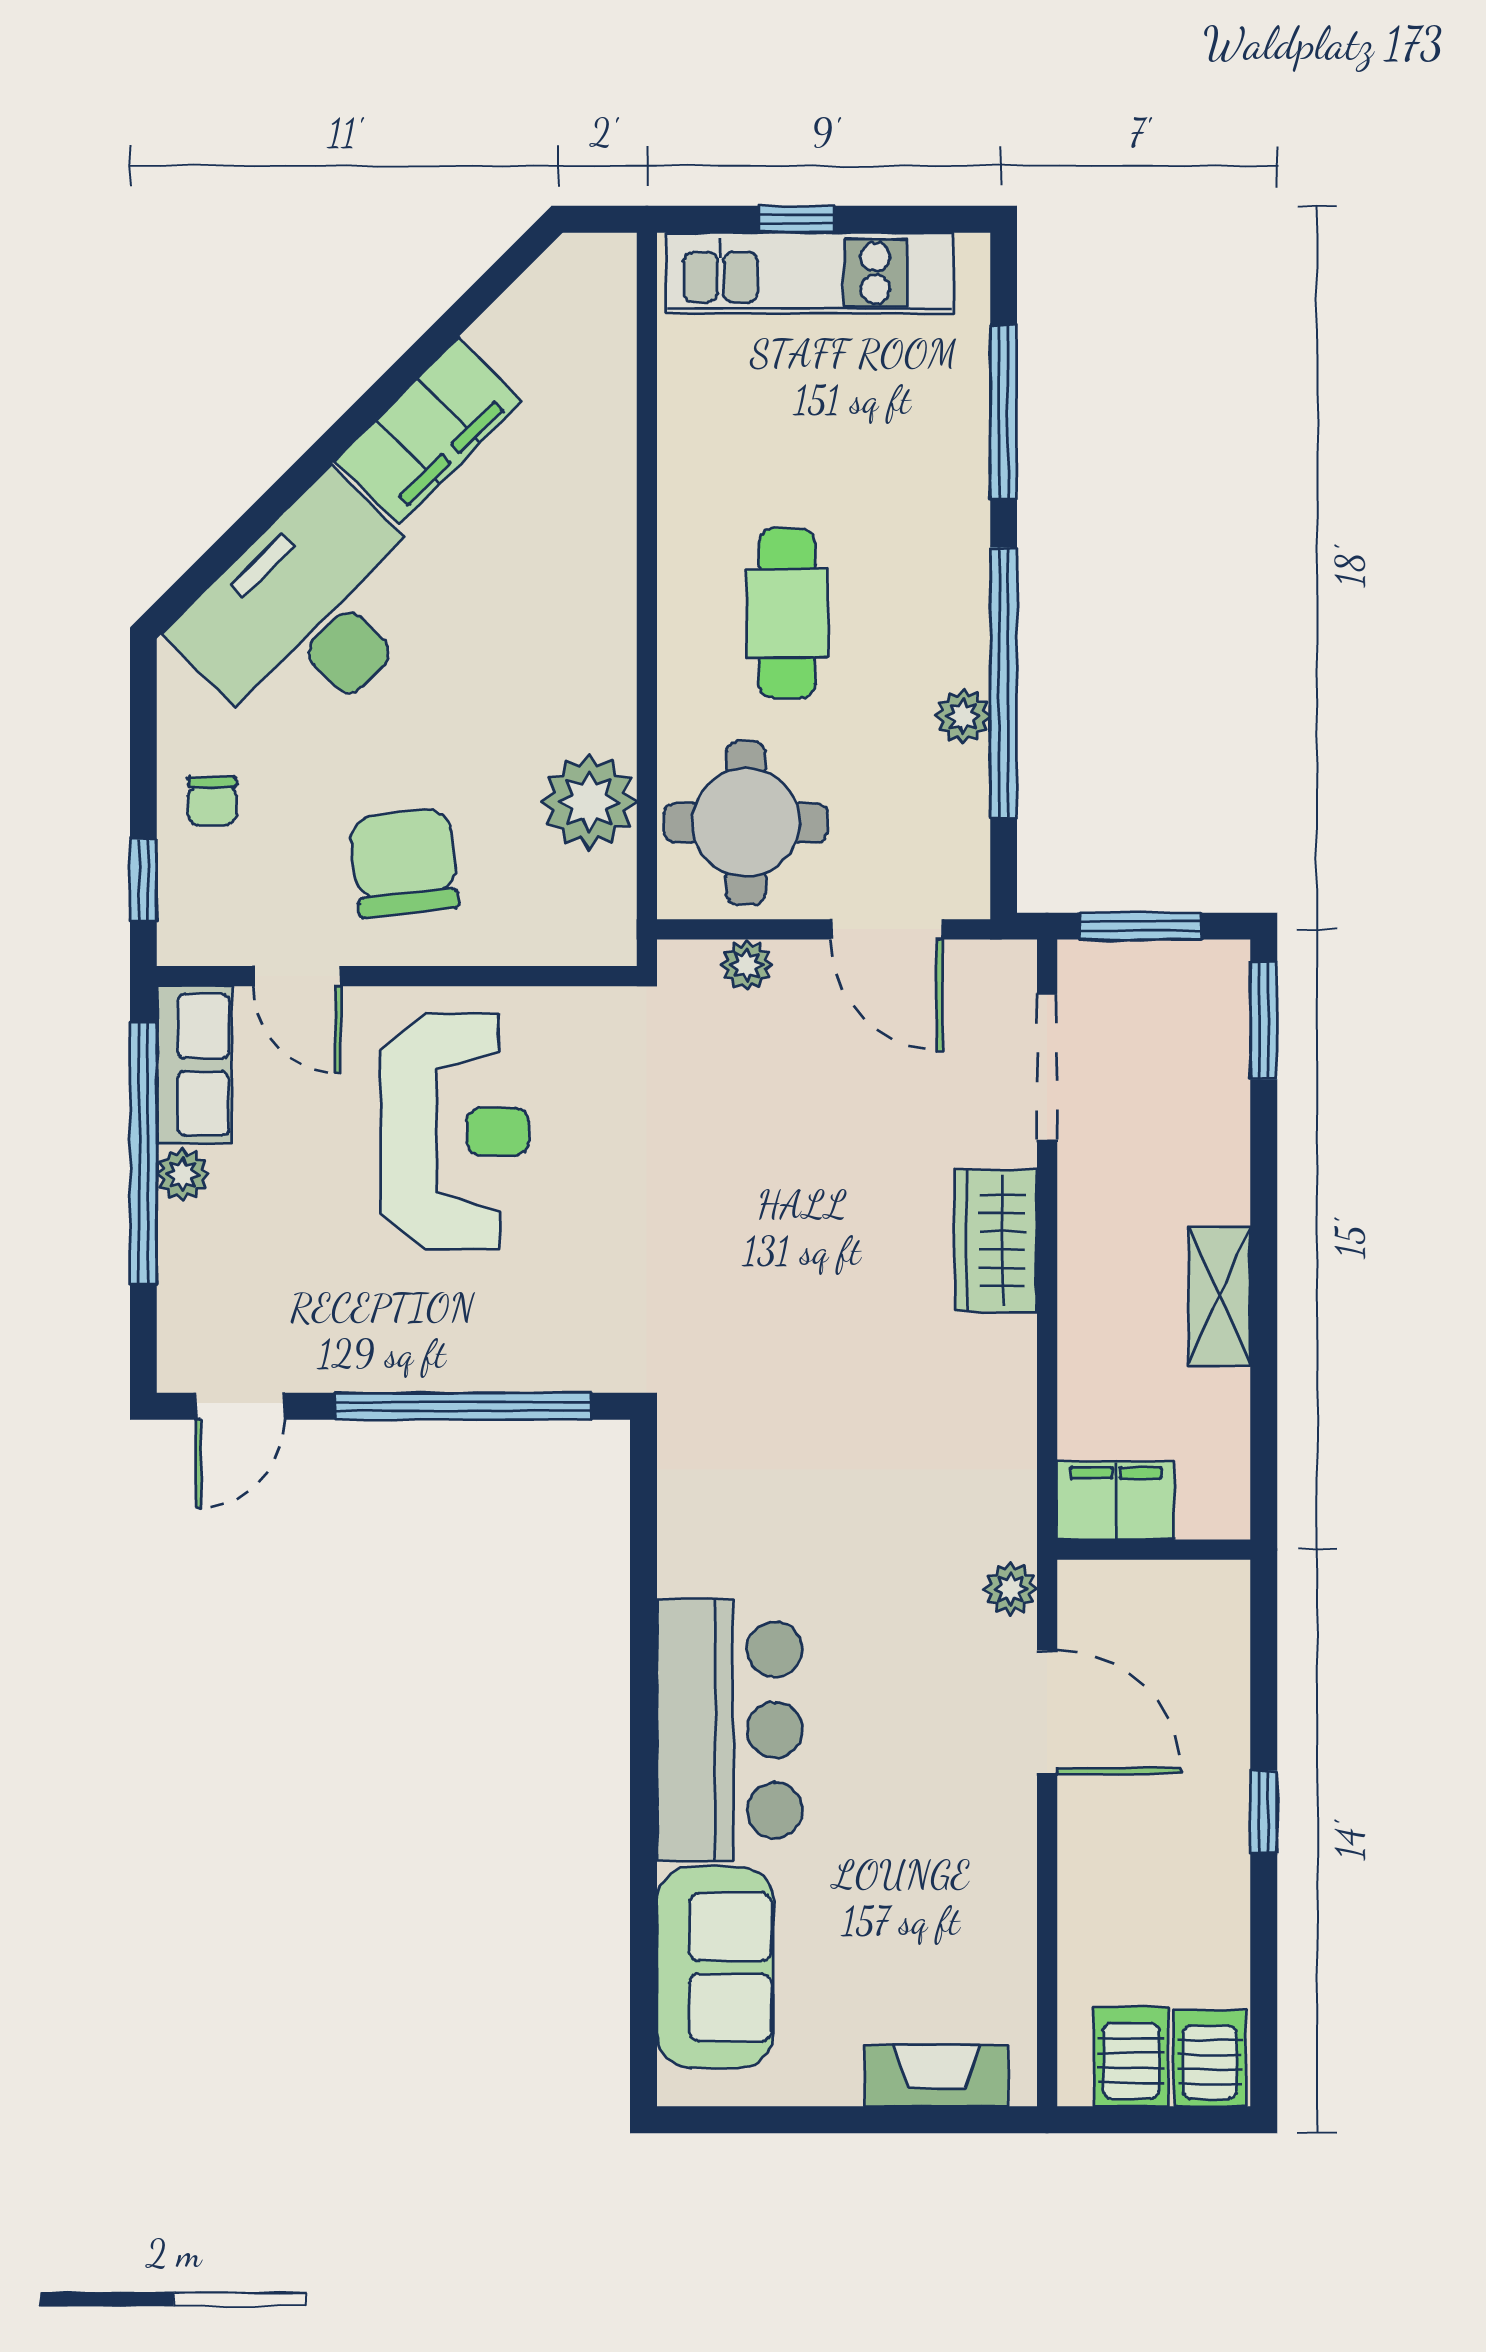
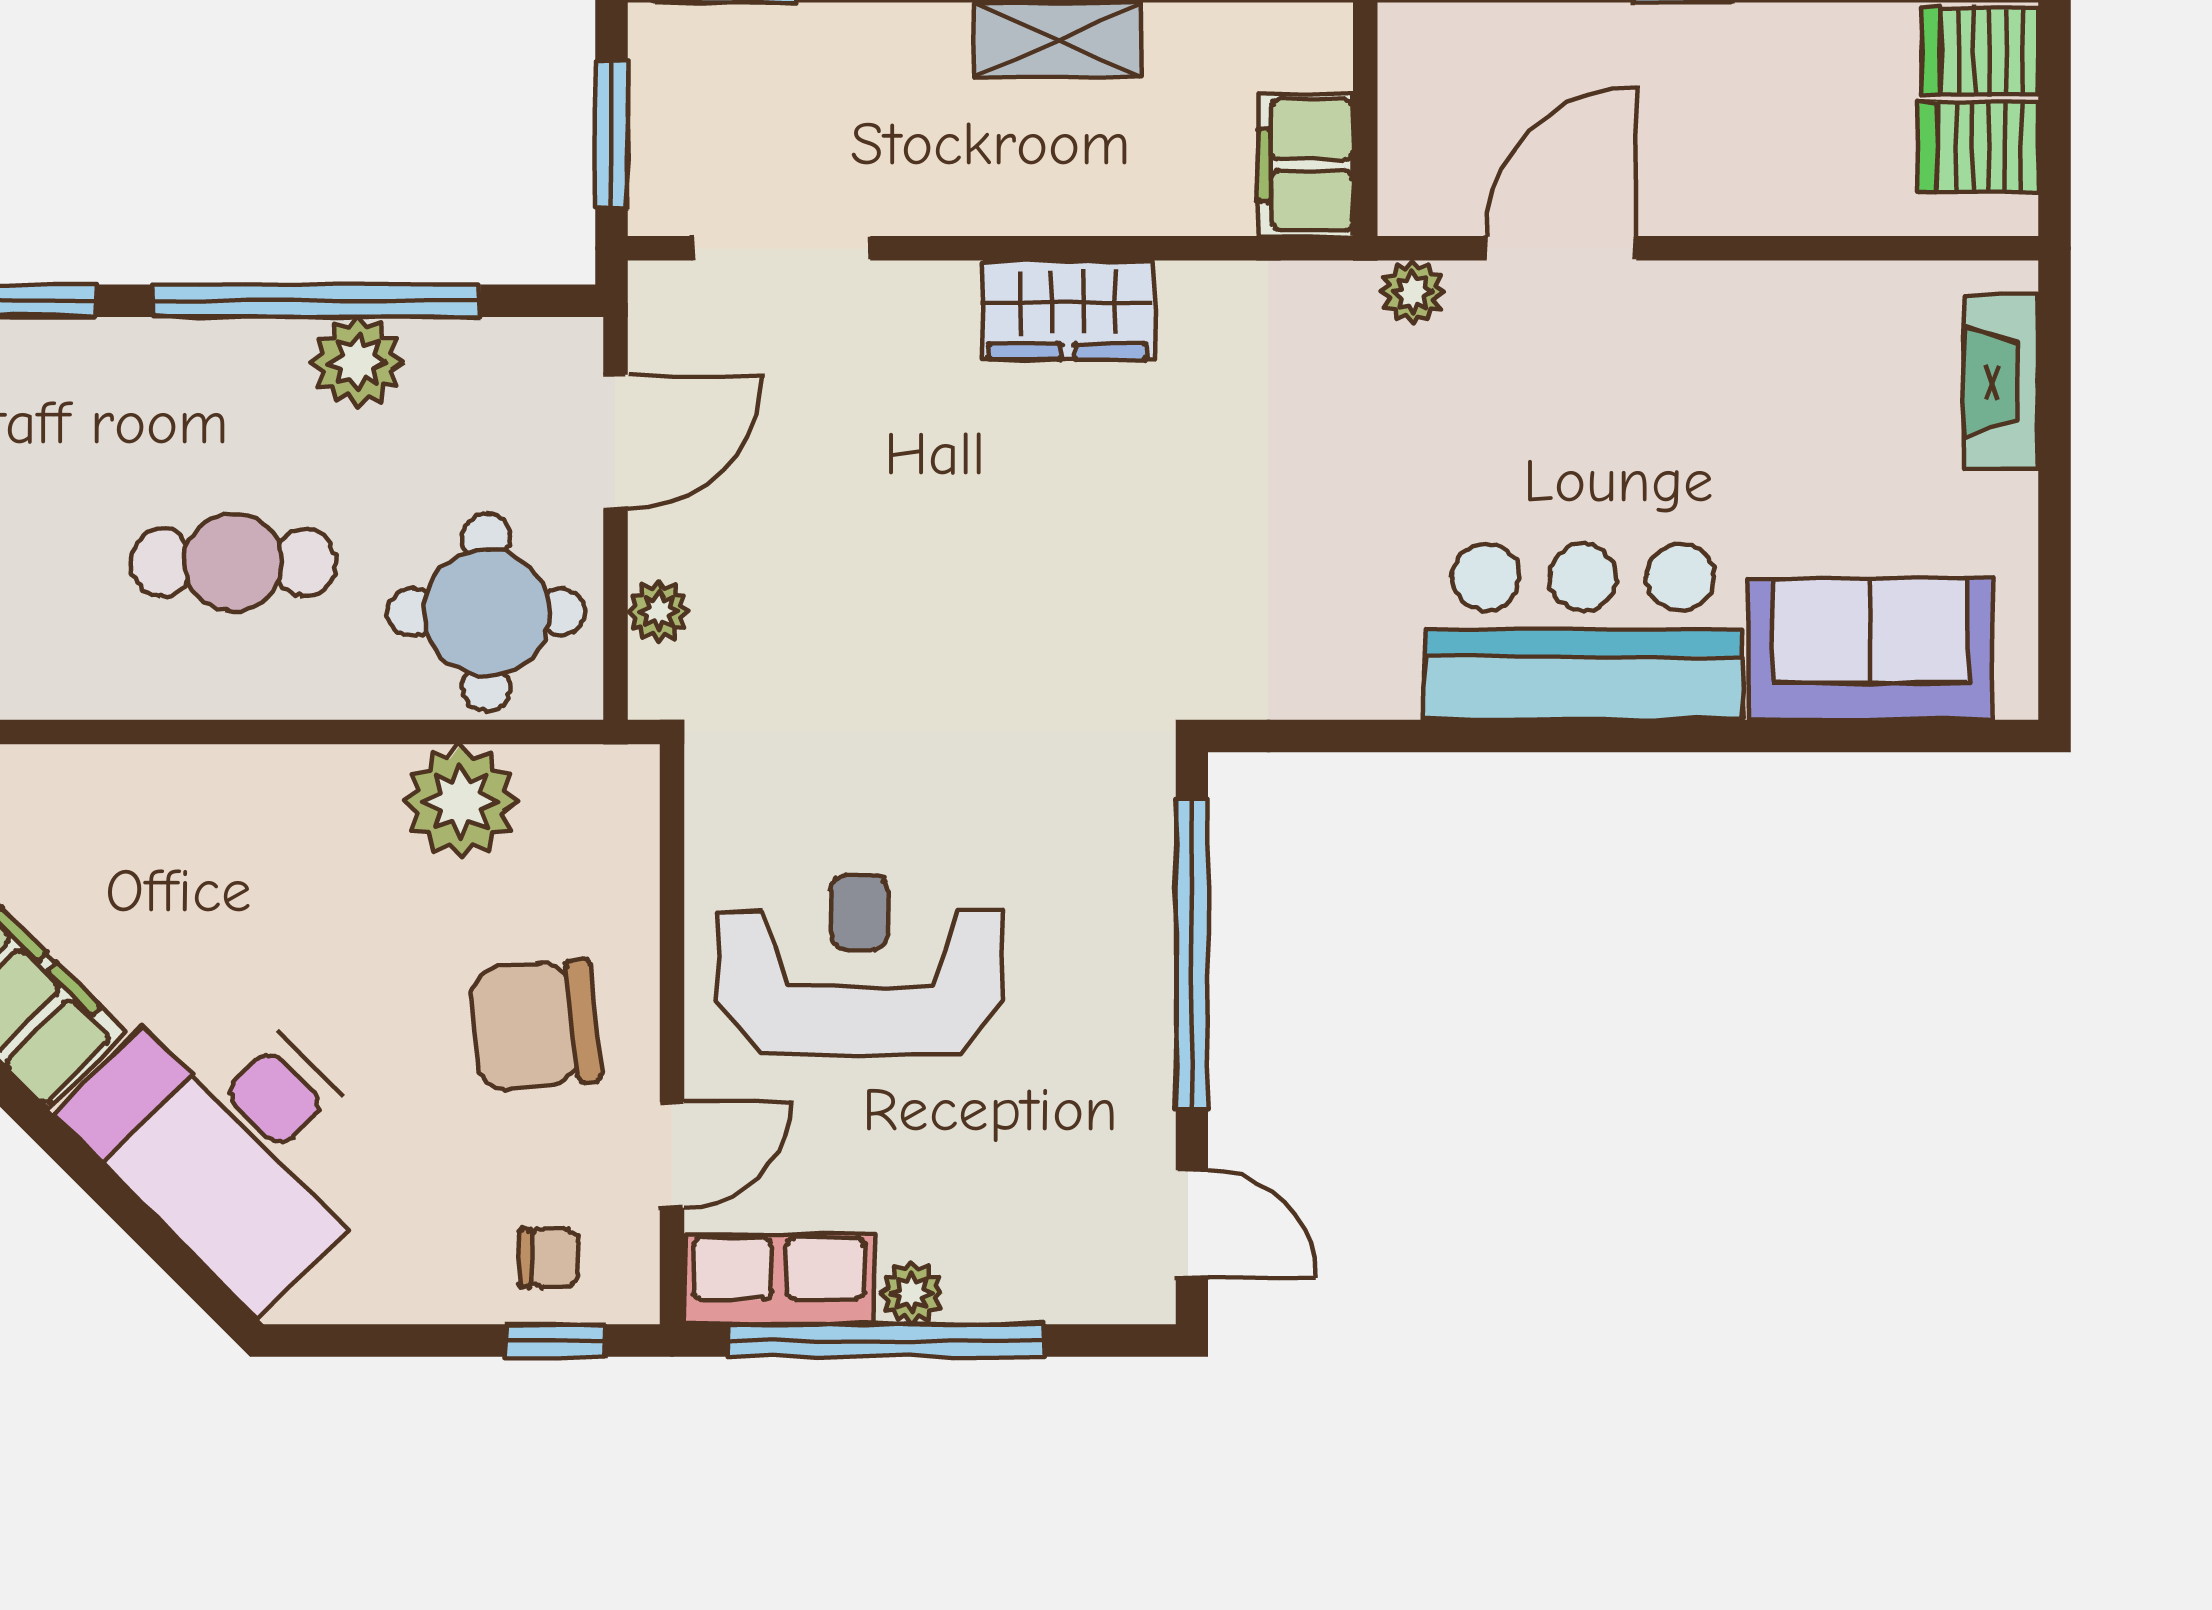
plant: (963, 716) -> (358, 362), width x1.38, depth x1.38
chair: (212, 801) -> (548, 1258), moved
wardrobe: (996, 1241) -> (1068, 310), moved

